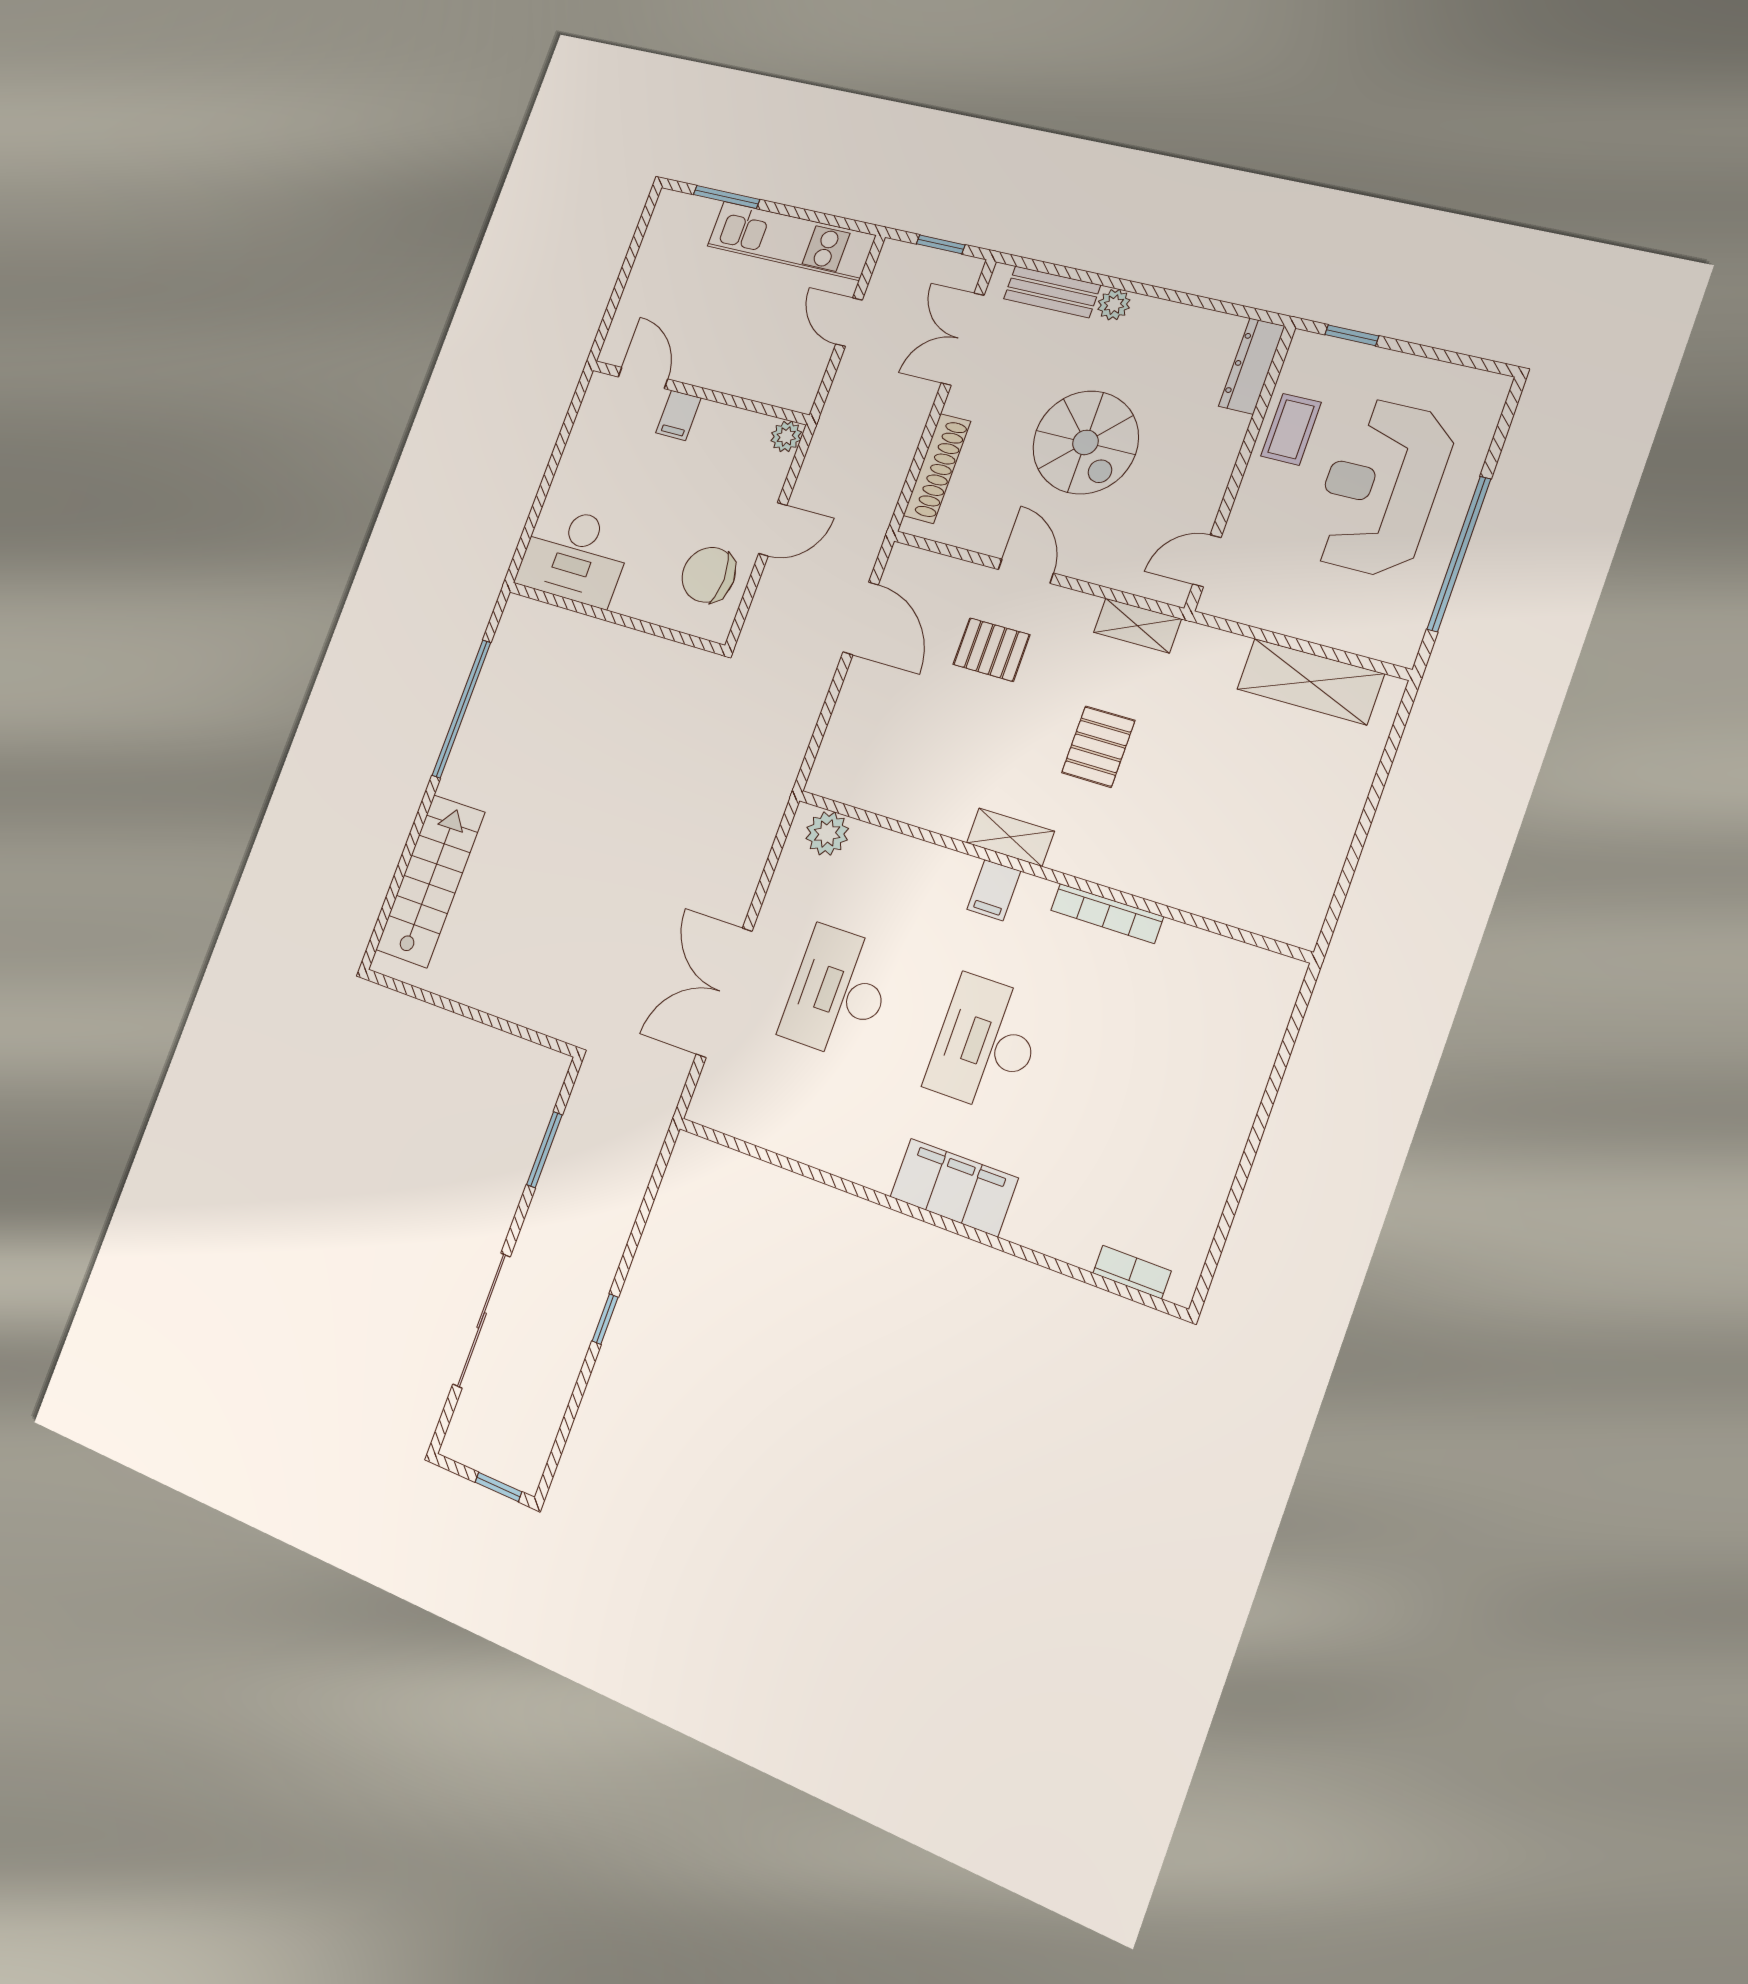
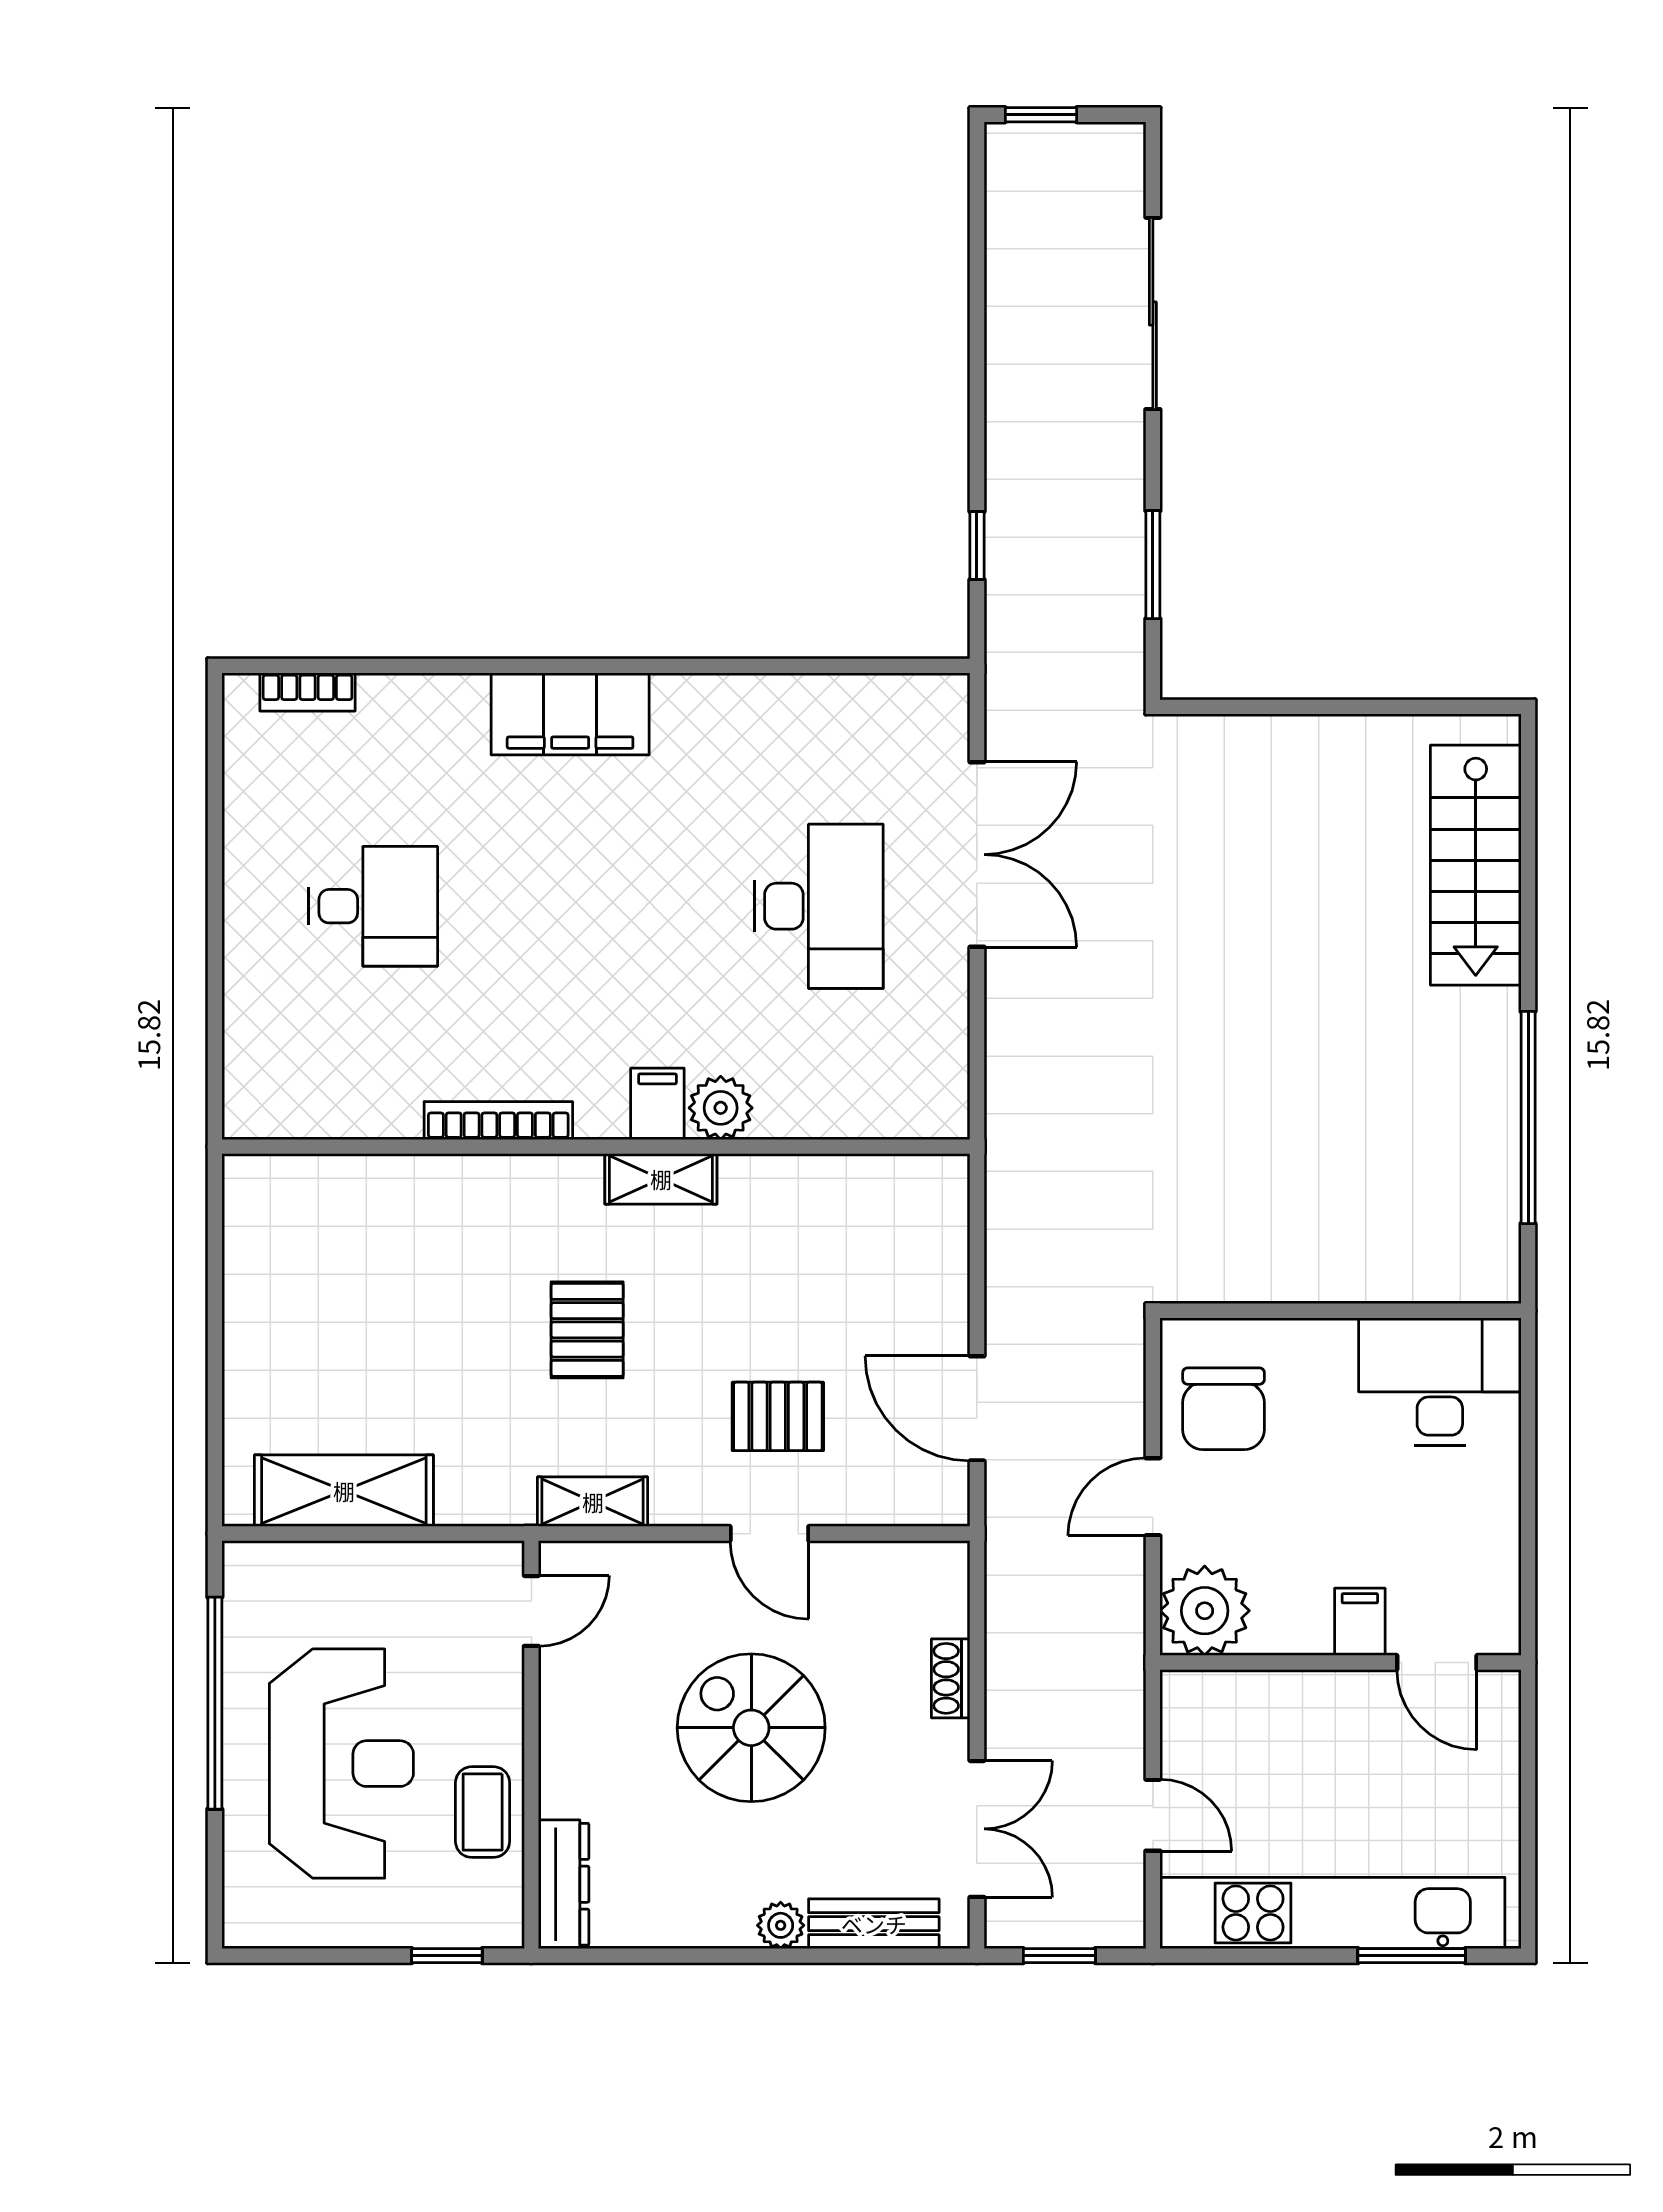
kitchen unit: (791, 241) -> (1332, 1913), width x1.36
plant: (786, 436) -> (1205, 1611), width x1.88, depth x1.88
shoe rack: (937, 468) -> (951, 1678), width x0.51, depth x0.81
chair: (709, 575) -> (1224, 1409), turned 90
plant: (827, 833) -> (721, 1108), moved
desk: (985, 1044) -> (373, 906), moved, width x0.73
window: (605, 1319) -> (977, 546), moved

